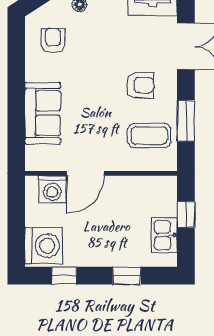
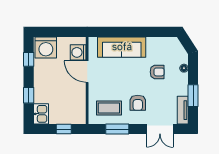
armchair: (53, 41) -> (157, 72), moved
sofa: (43, 113) -> (122, 47), width x1.36
coffee table: (149, 135) -> (109, 108), turned 90
kitchen sink: (164, 235) -> (41, 114), moved, turned 90

